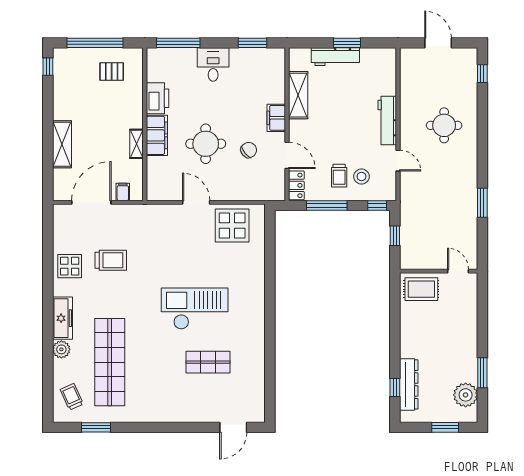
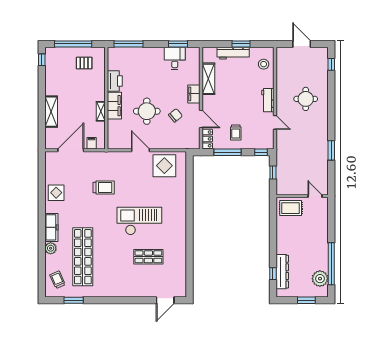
desk: (213, 64) -> (175, 58), moved
workbench: (387, 120) -> (268, 100), width x0.73
stool: (361, 176) -> (264, 64), moved
trolley: (111, 260) -> (104, 187), moved
window: (482, 373) -> (331, 264), width x2.11

